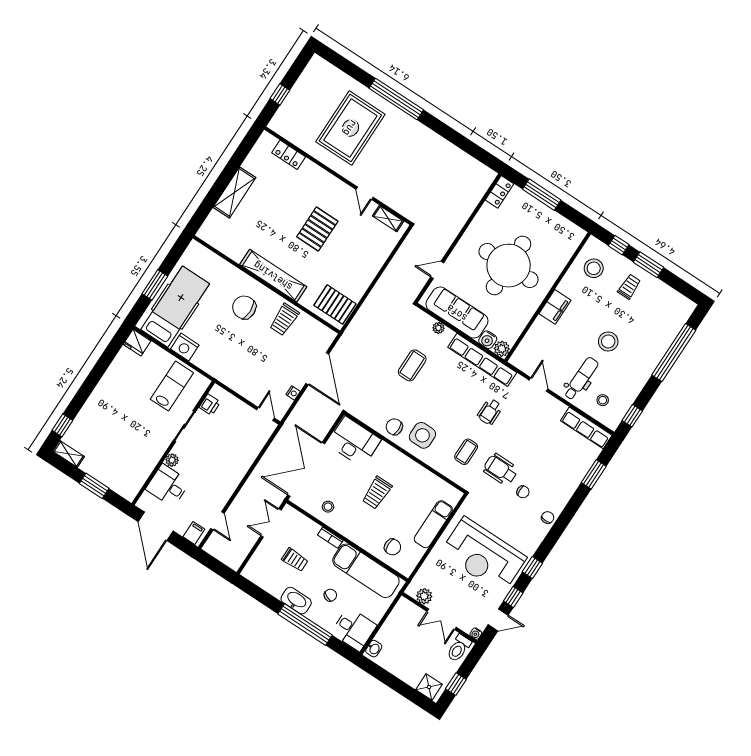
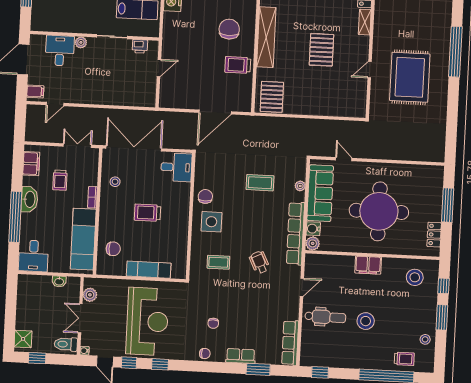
rug: (350, 128) -> (410, 77), moved, turned 90
locker: (500, 192) -> (434, 235), moved, turned 90
shelving: (388, 219) -> (365, 22), moved
pallet: (317, 229) -> (321, 50), turned 90
trolley: (629, 287) -> (404, 359), moved
nightstand: (293, 393) -> (186, 104), removed
stool: (603, 400) -> (425, 339), moved
wheelchair: (490, 412) -> (259, 262), turned 64
door: (266, 414) -> (159, 68), moved
desk: (354, 442) -> (176, 167), width x0.73
wheelchair: (501, 469) -> (220, 296), removed
row of seats: (571, 484) -> (241, 356), added
chair: (393, 547) -> (113, 249), turned -90
reception desk: (483, 555) -> (147, 321), turned 180
filing cabinet: (262, 578) -> (31, 164), added
chair: (330, 595) -> (49, 223), removed
washbasin: (374, 649) -> (59, 281), moved

